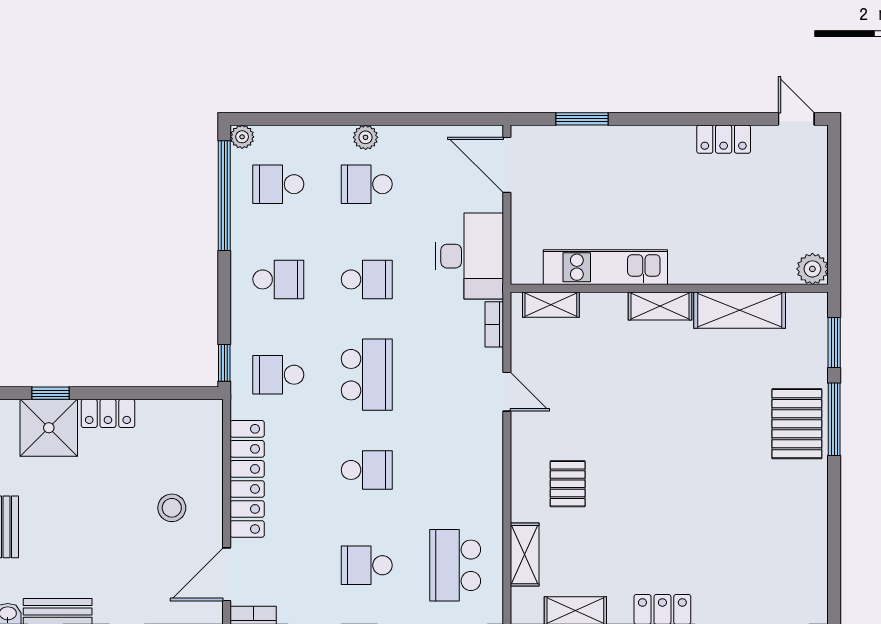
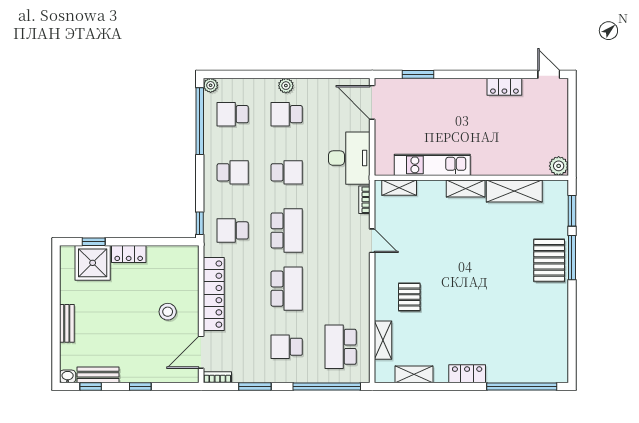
school desk: (367, 470) -> (287, 289), width x1.85

